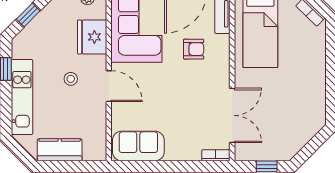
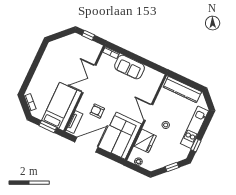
double door: (232, 115) -> (89, 79), moved
sofa: (138, 146) -> (130, 67), moved
kitchen counter: (60, 150) -> (182, 89), width x1.50

